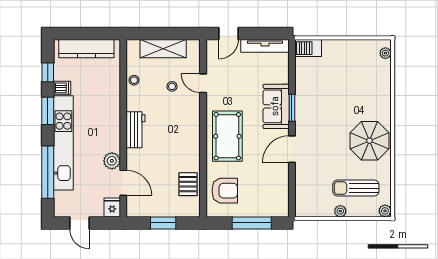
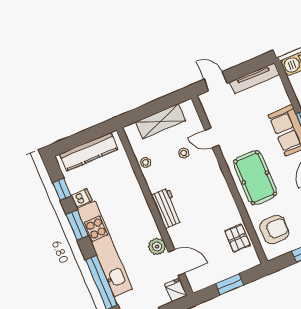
door: (229, 34) -> (216, 81), swing flipped

